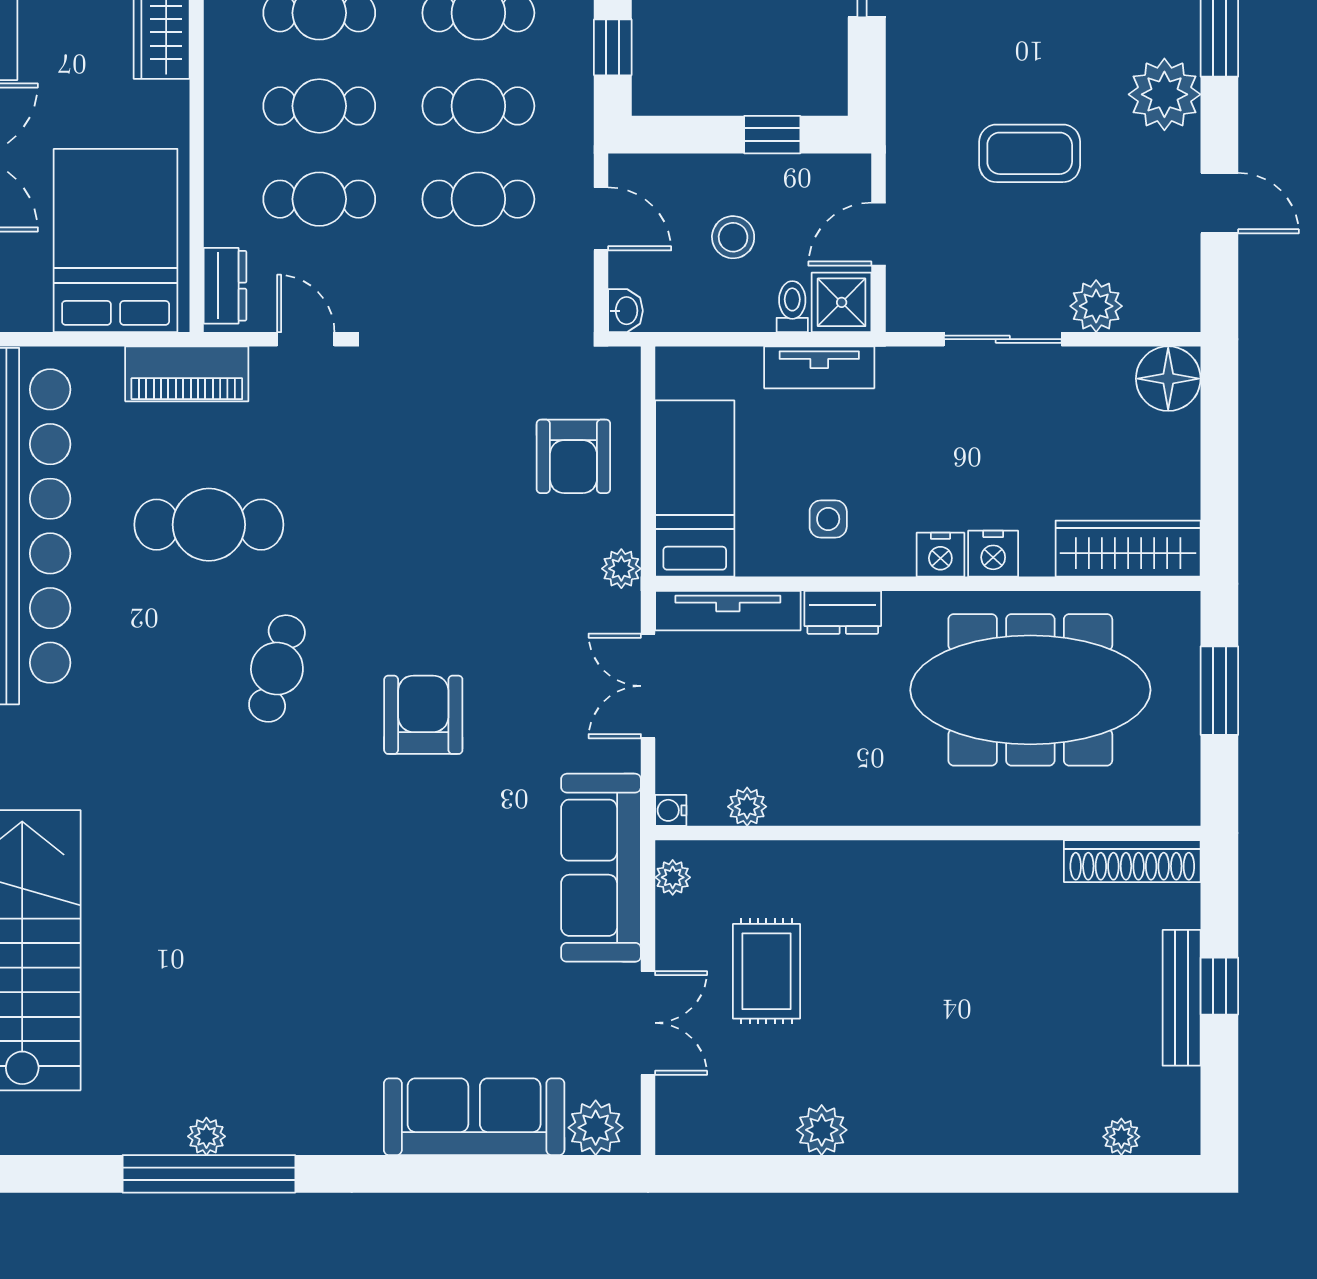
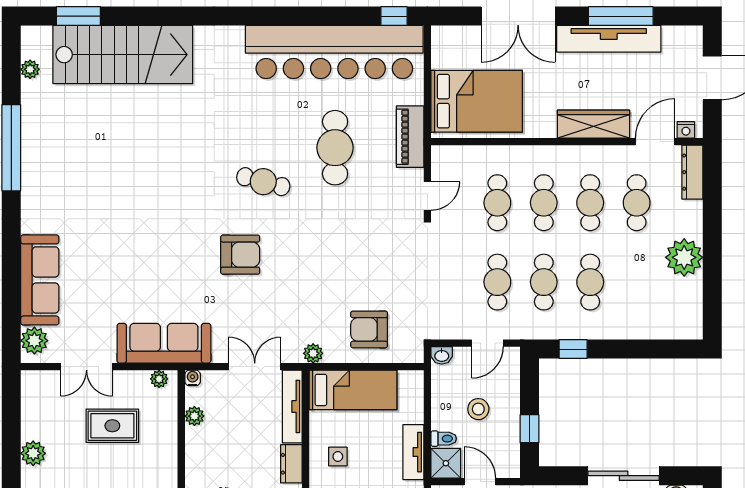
dresser: (225, 286) -> (454, 156), removed
plant: (206, 1136) -> (30, 69), moved

